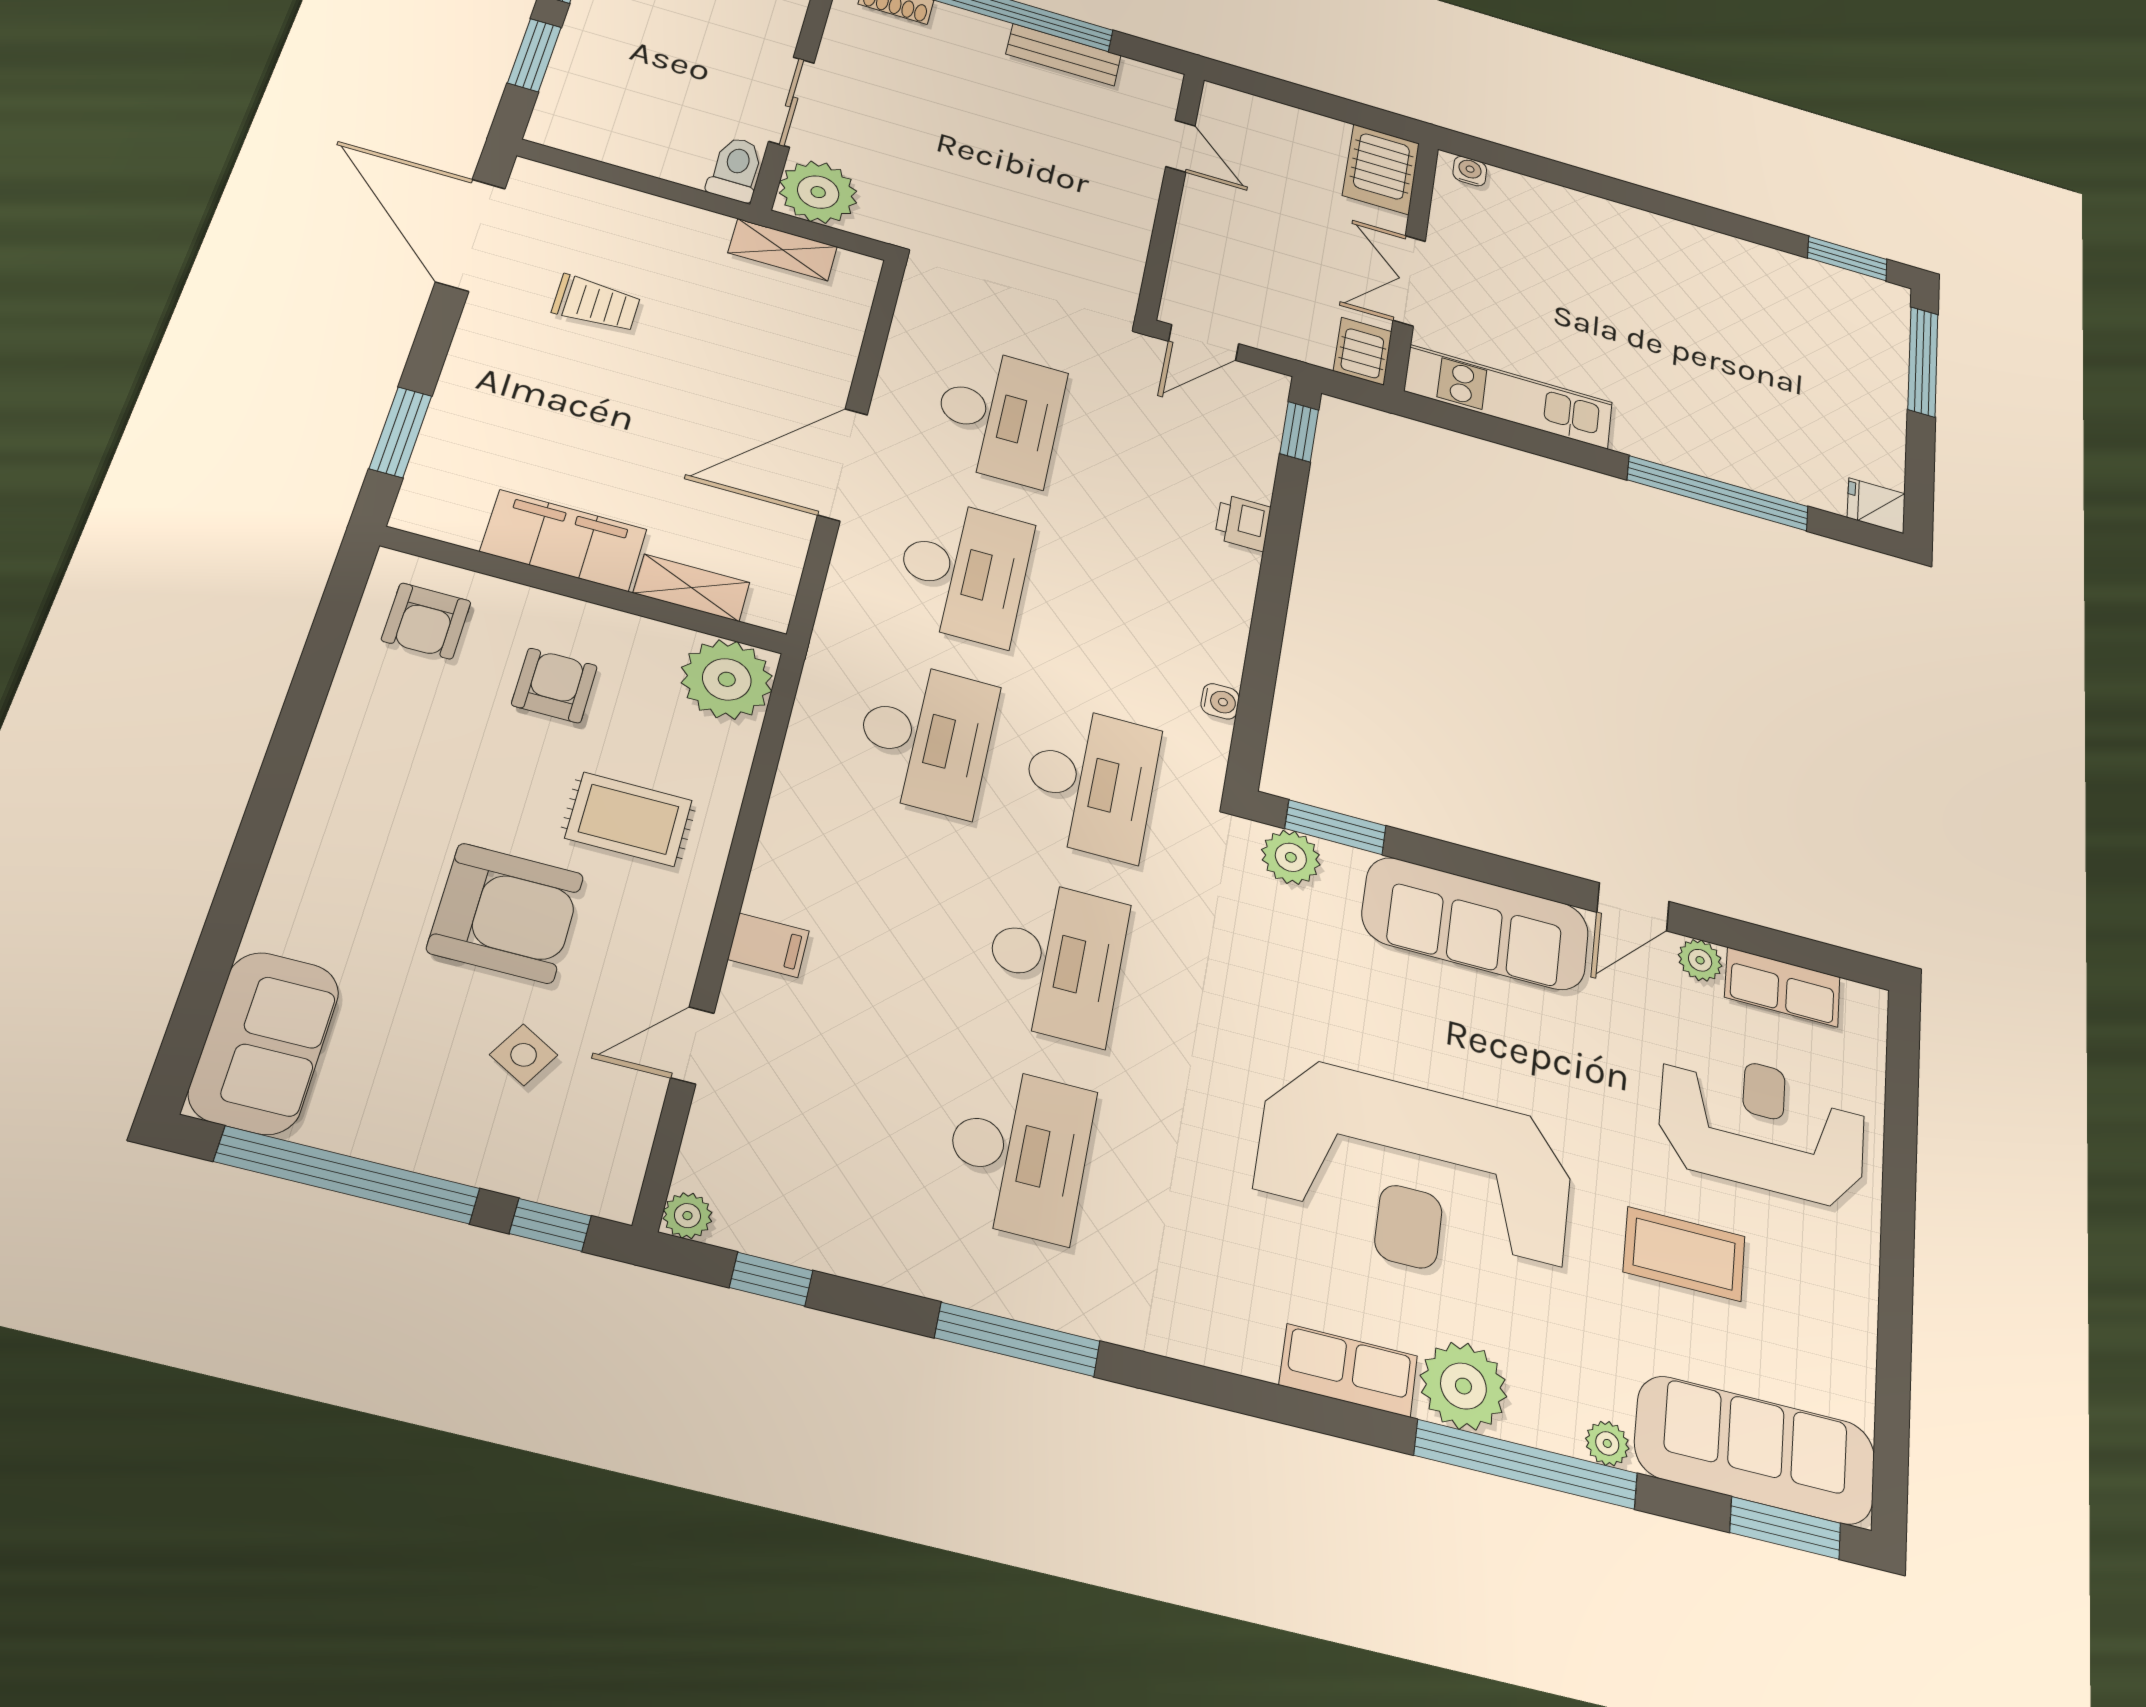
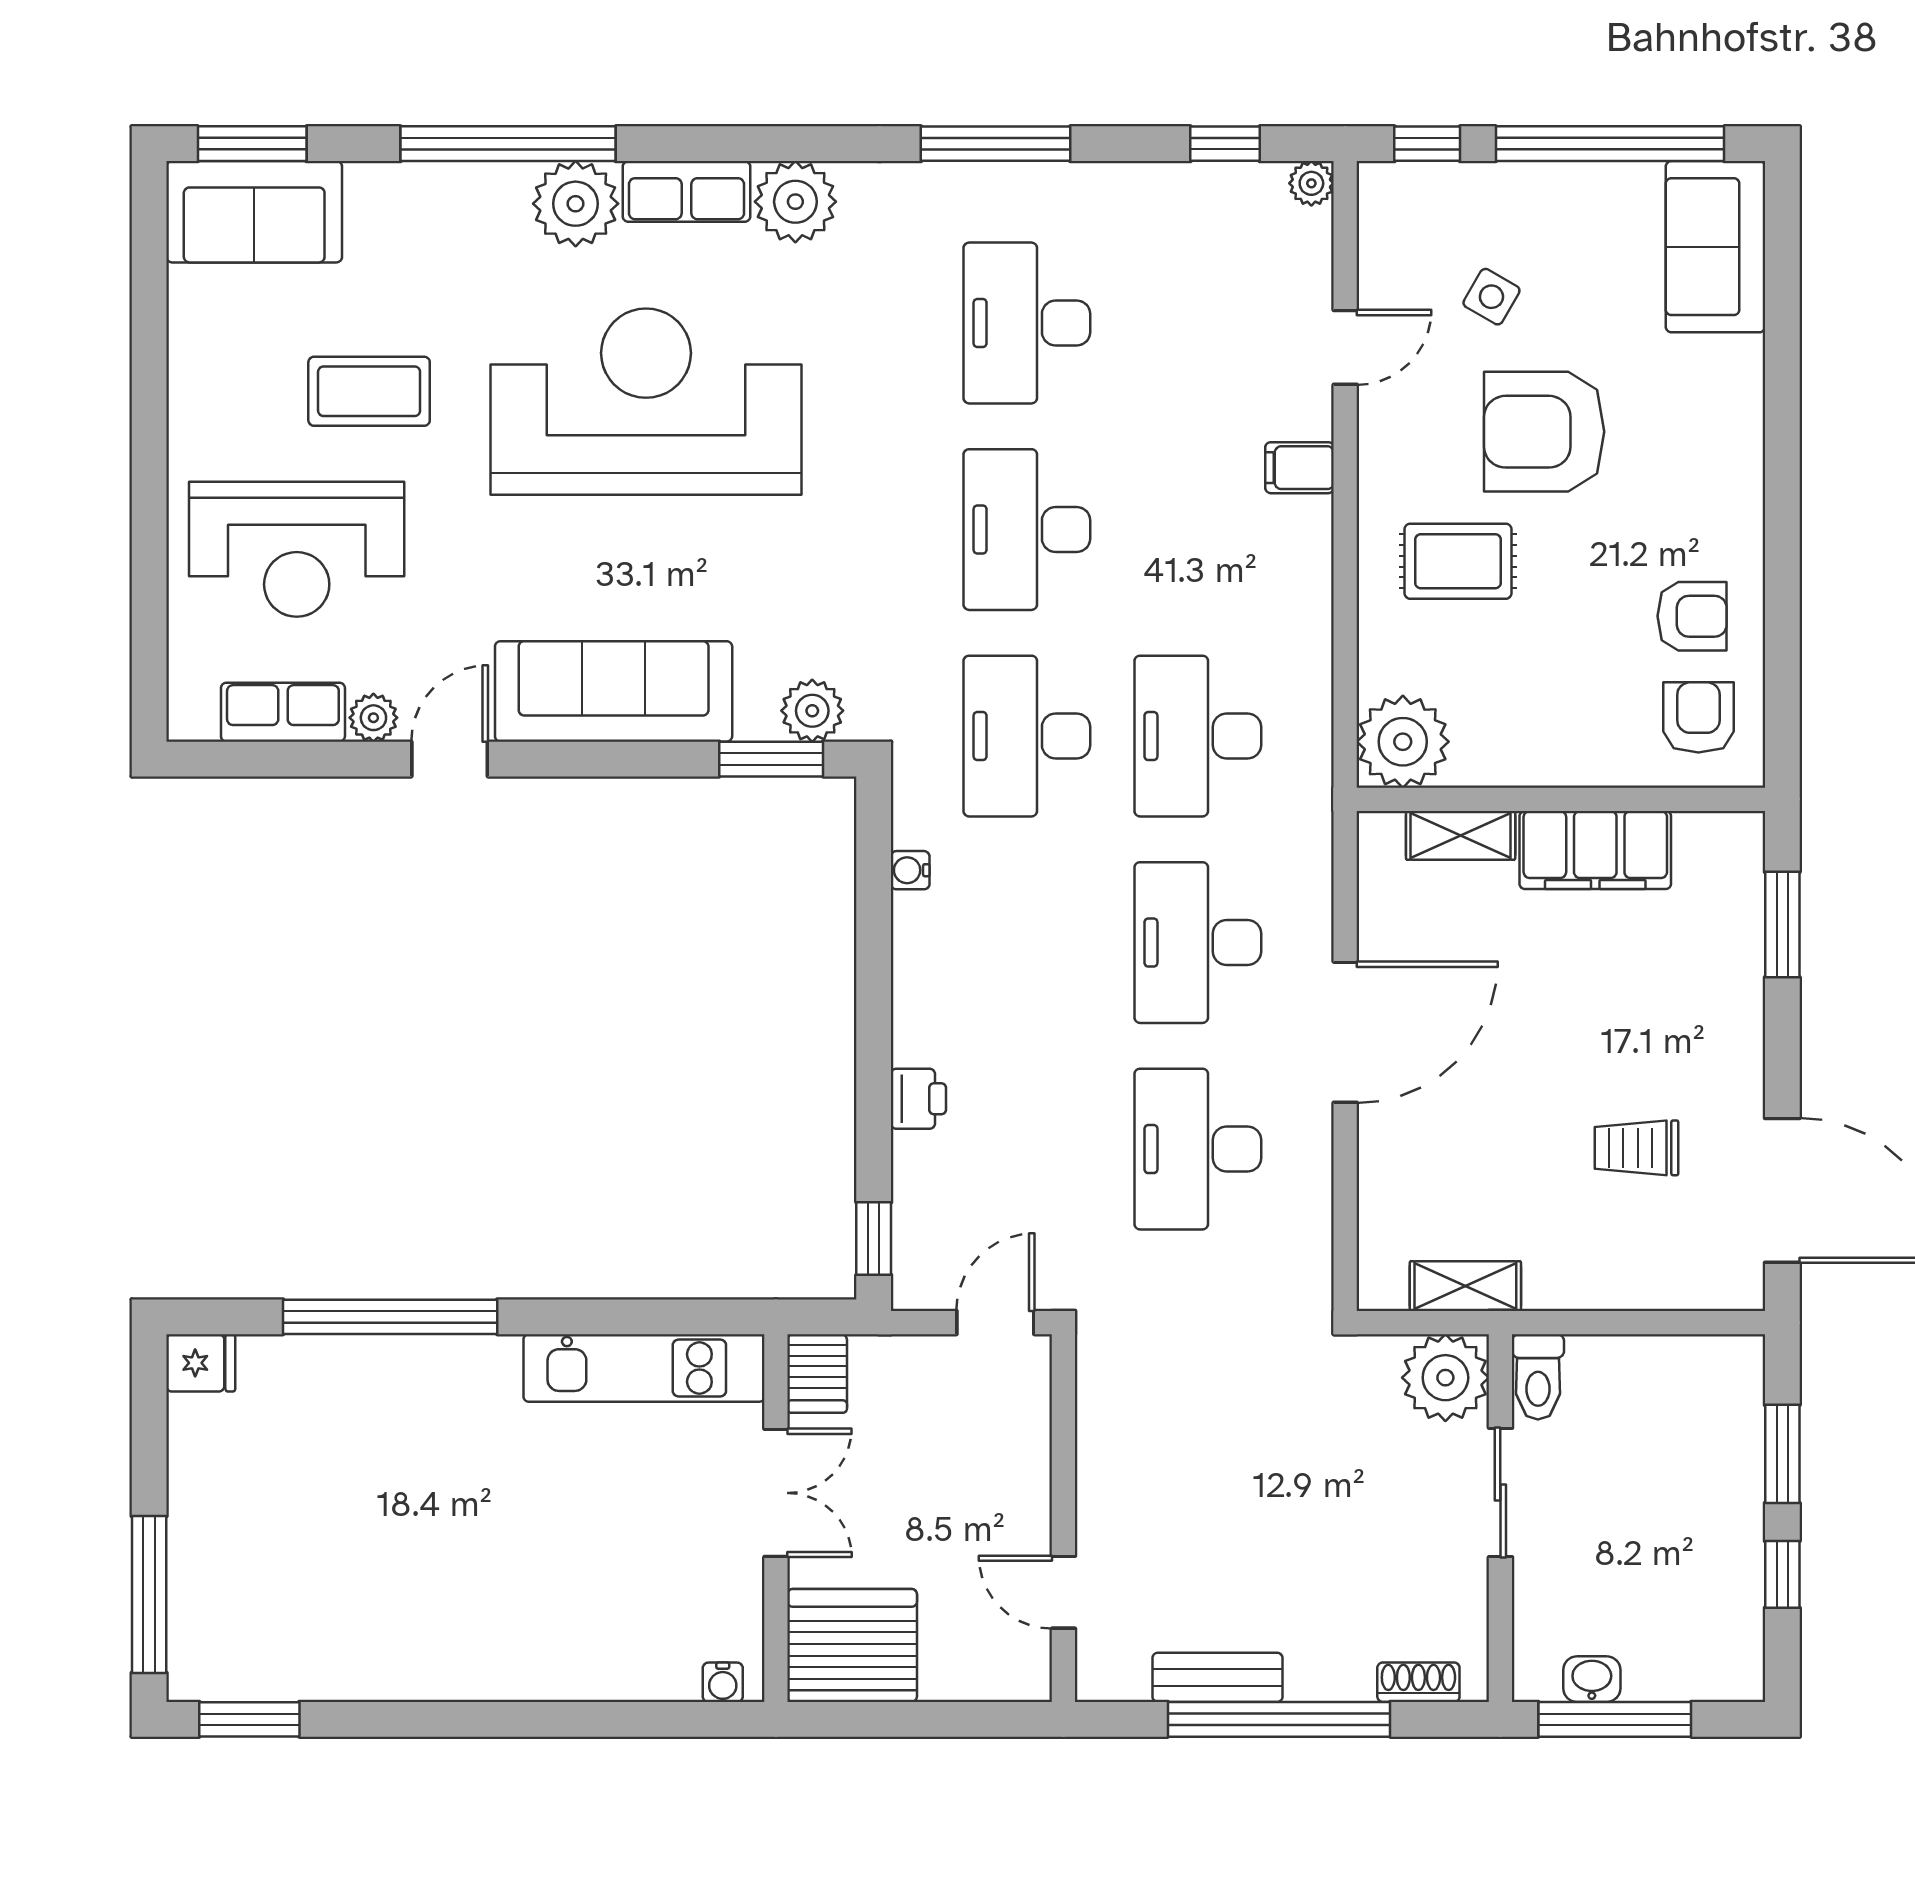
server rack: (1381, 169) -> (852, 1645), width x1.60
armchair: (554, 685) -> (1692, 616), moved, turned -90
plant: (1607, 1443) -> (795, 202), moved, width x1.88, depth x1.88
sofa: (1755, 1450) -> (254, 212), width x0.73

